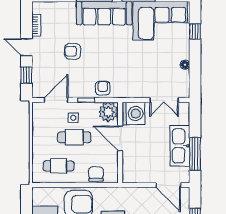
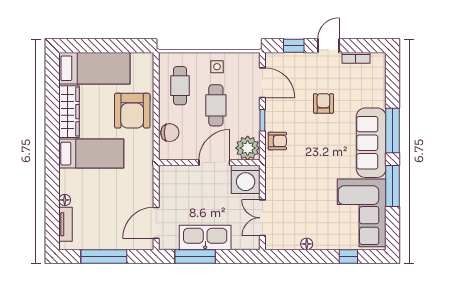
side table: (73, 118) -> (217, 67), moved

